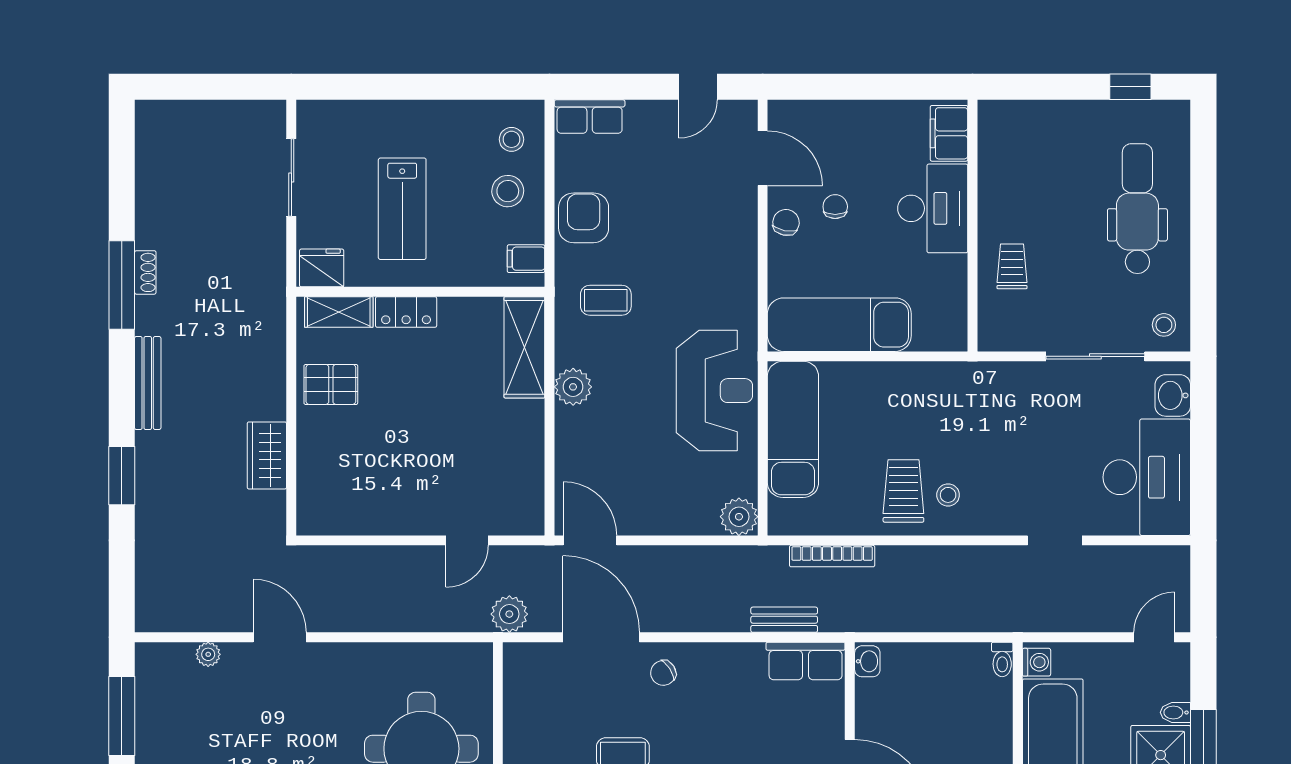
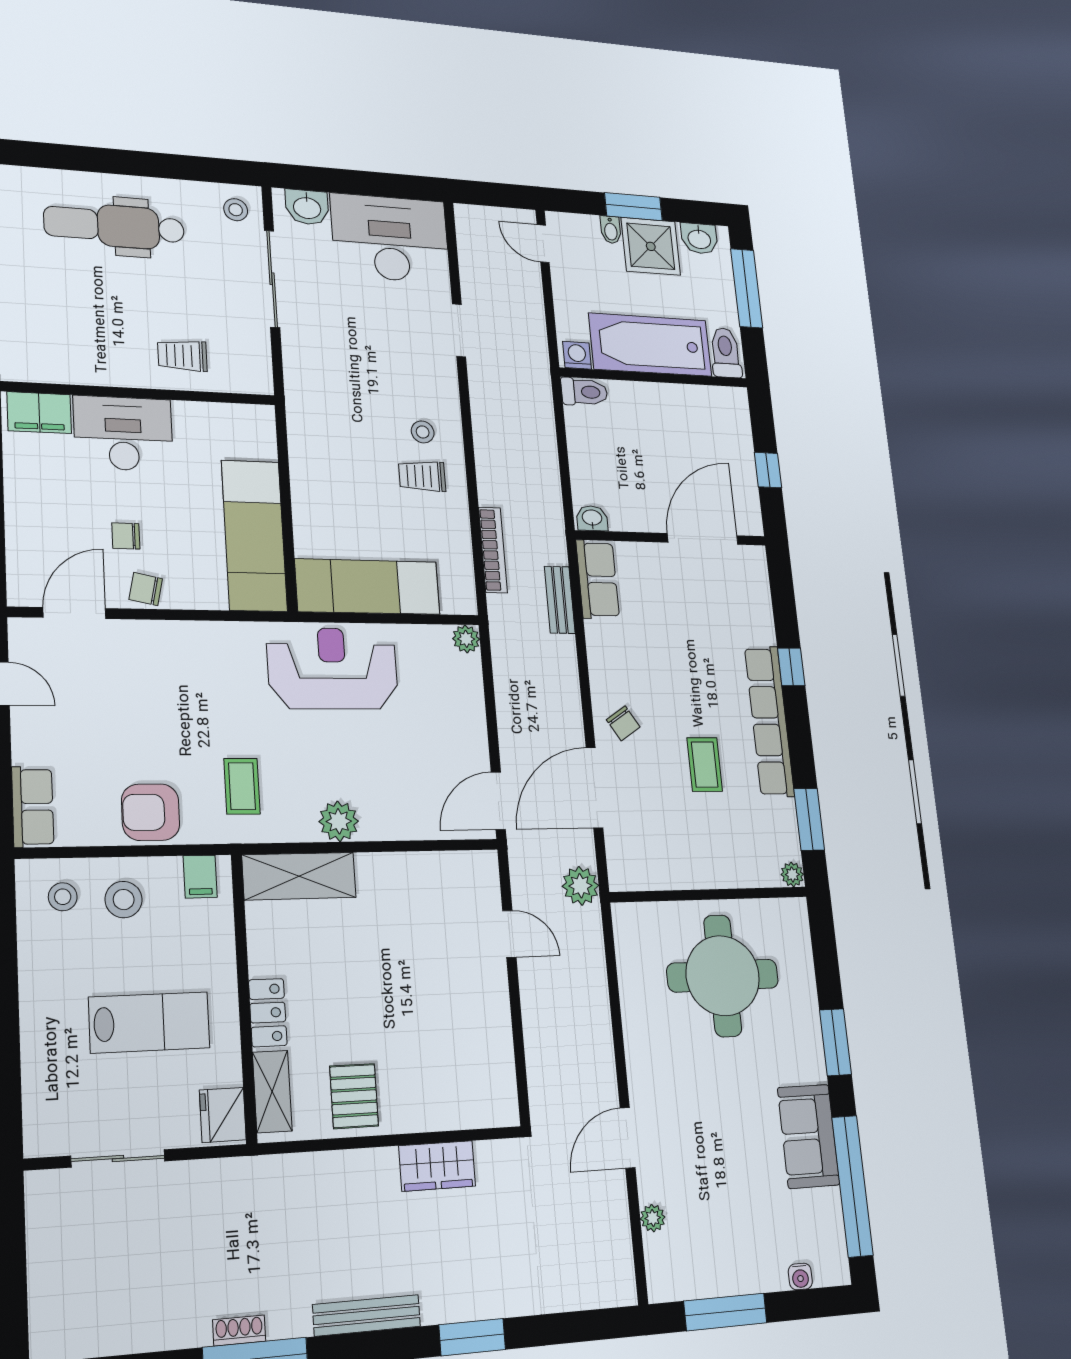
trolley: (903, 491) -> (422, 476), width x0.73, depth x0.72
plant: (739, 517) -> (466, 639), width x0.73, depth x0.73
toilet: (1002, 659) -> (584, 392), width x1.37, depth x1.39

